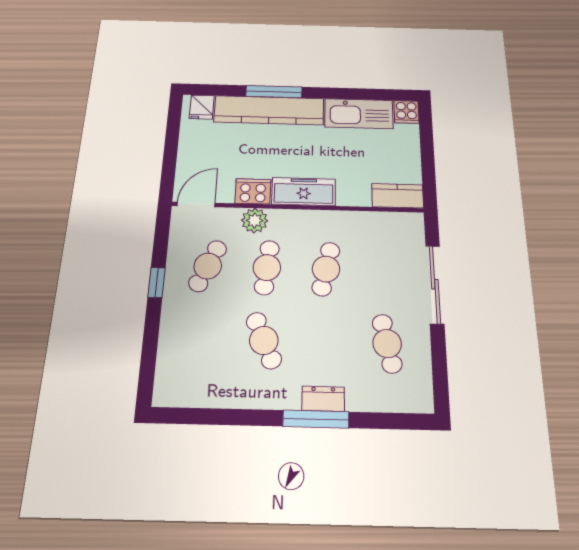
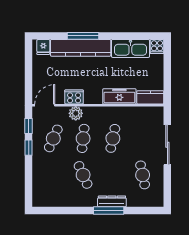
freezer: (304, 192) -> (119, 96), moved
window: (161, 241) -> (29, 126), added
dresser: (323, 399) -> (112, 201), width x1.44

